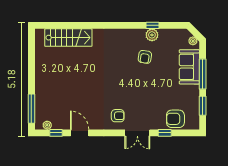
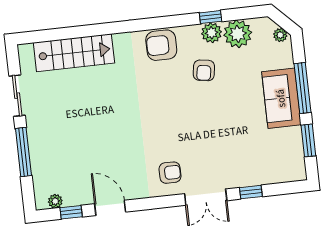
plant: (168, 37) -> (238, 34), added
sliding door: (31, 59) -> (17, 96), added
sofa: (189, 67) -> (281, 98), moved
window: (31, 109) -> (23, 152), moved
armchair: (175, 119) -> (161, 45), moved

